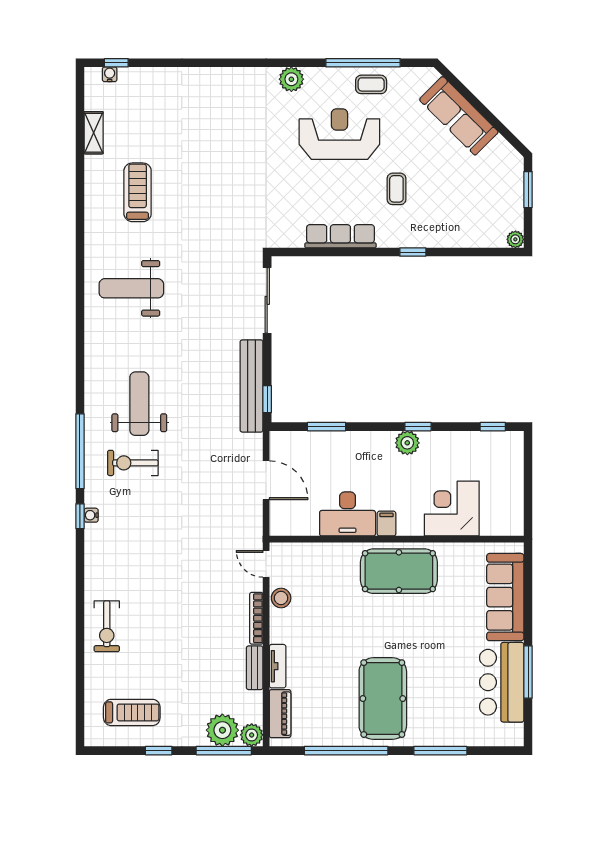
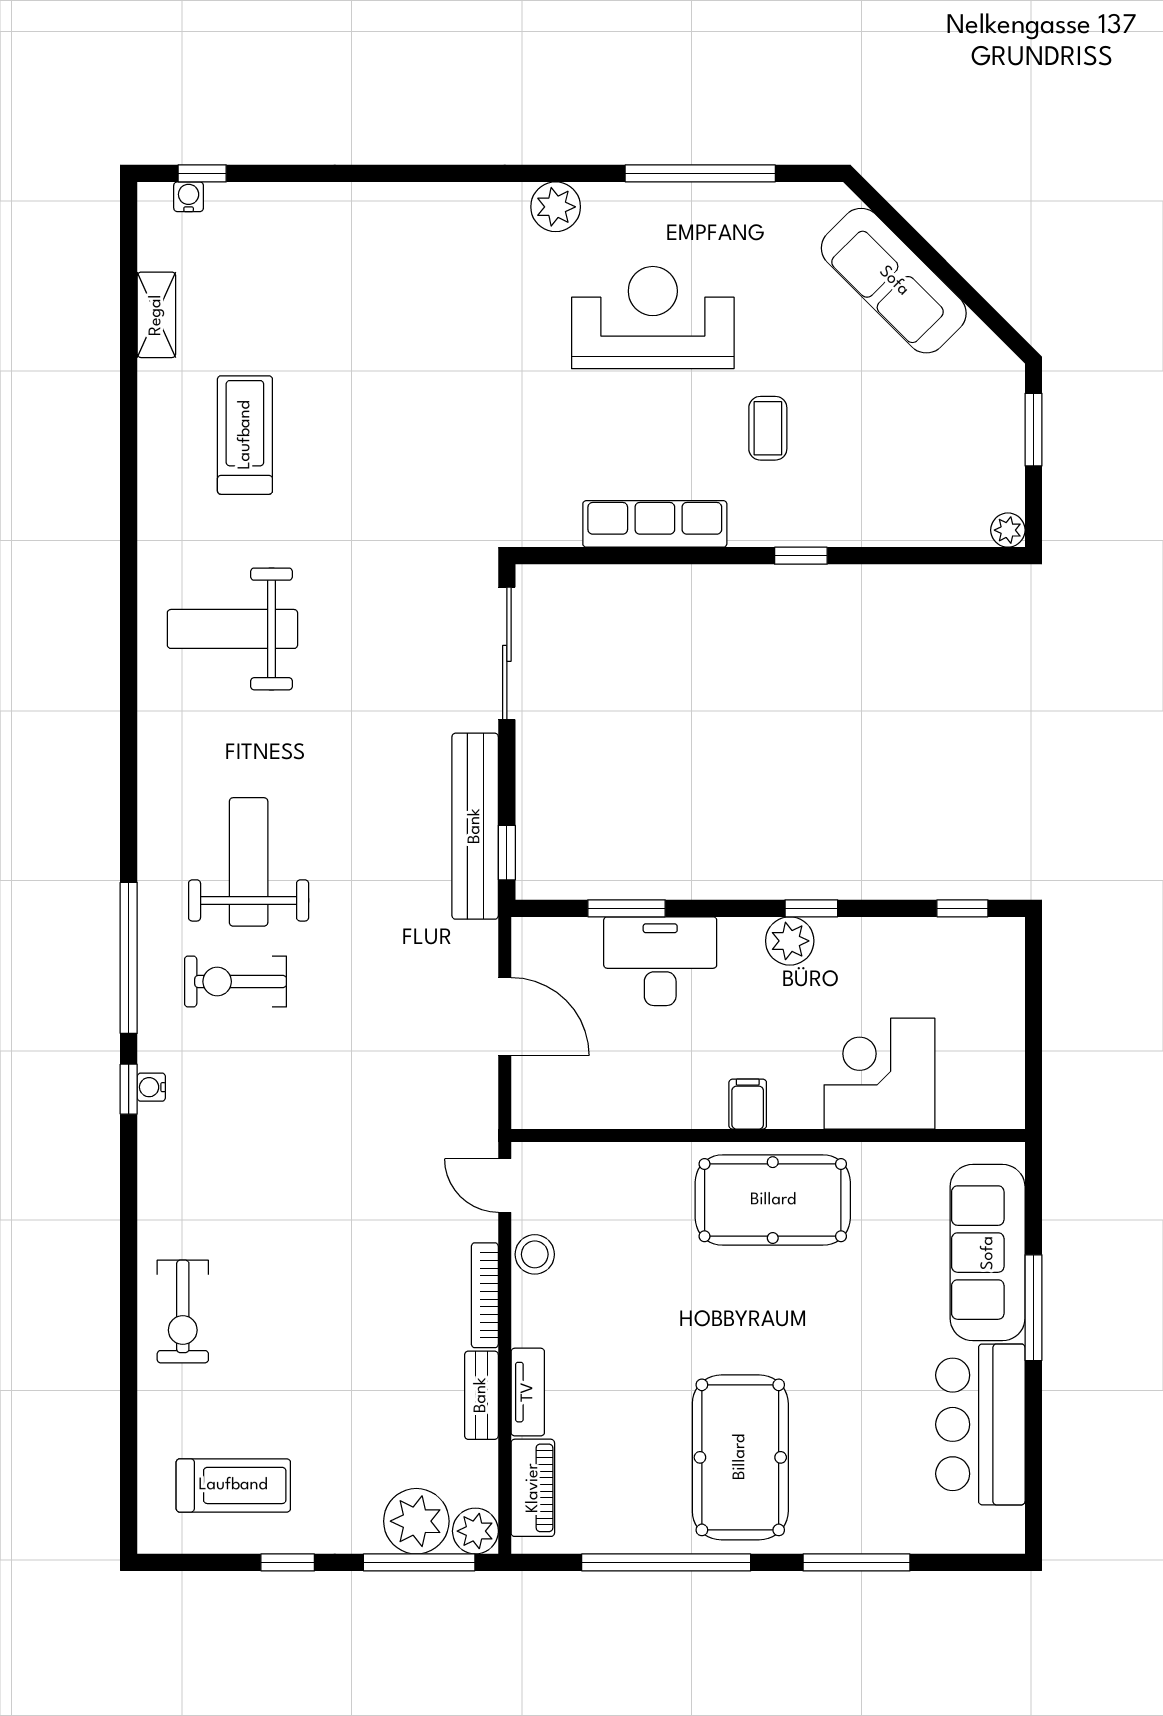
coffee table: (371, 84) -> (717, 217), removed
desk: (348, 514) -> (660, 961), moved, turned 180
window: (528, 672) -> (1033, 1308), moved

